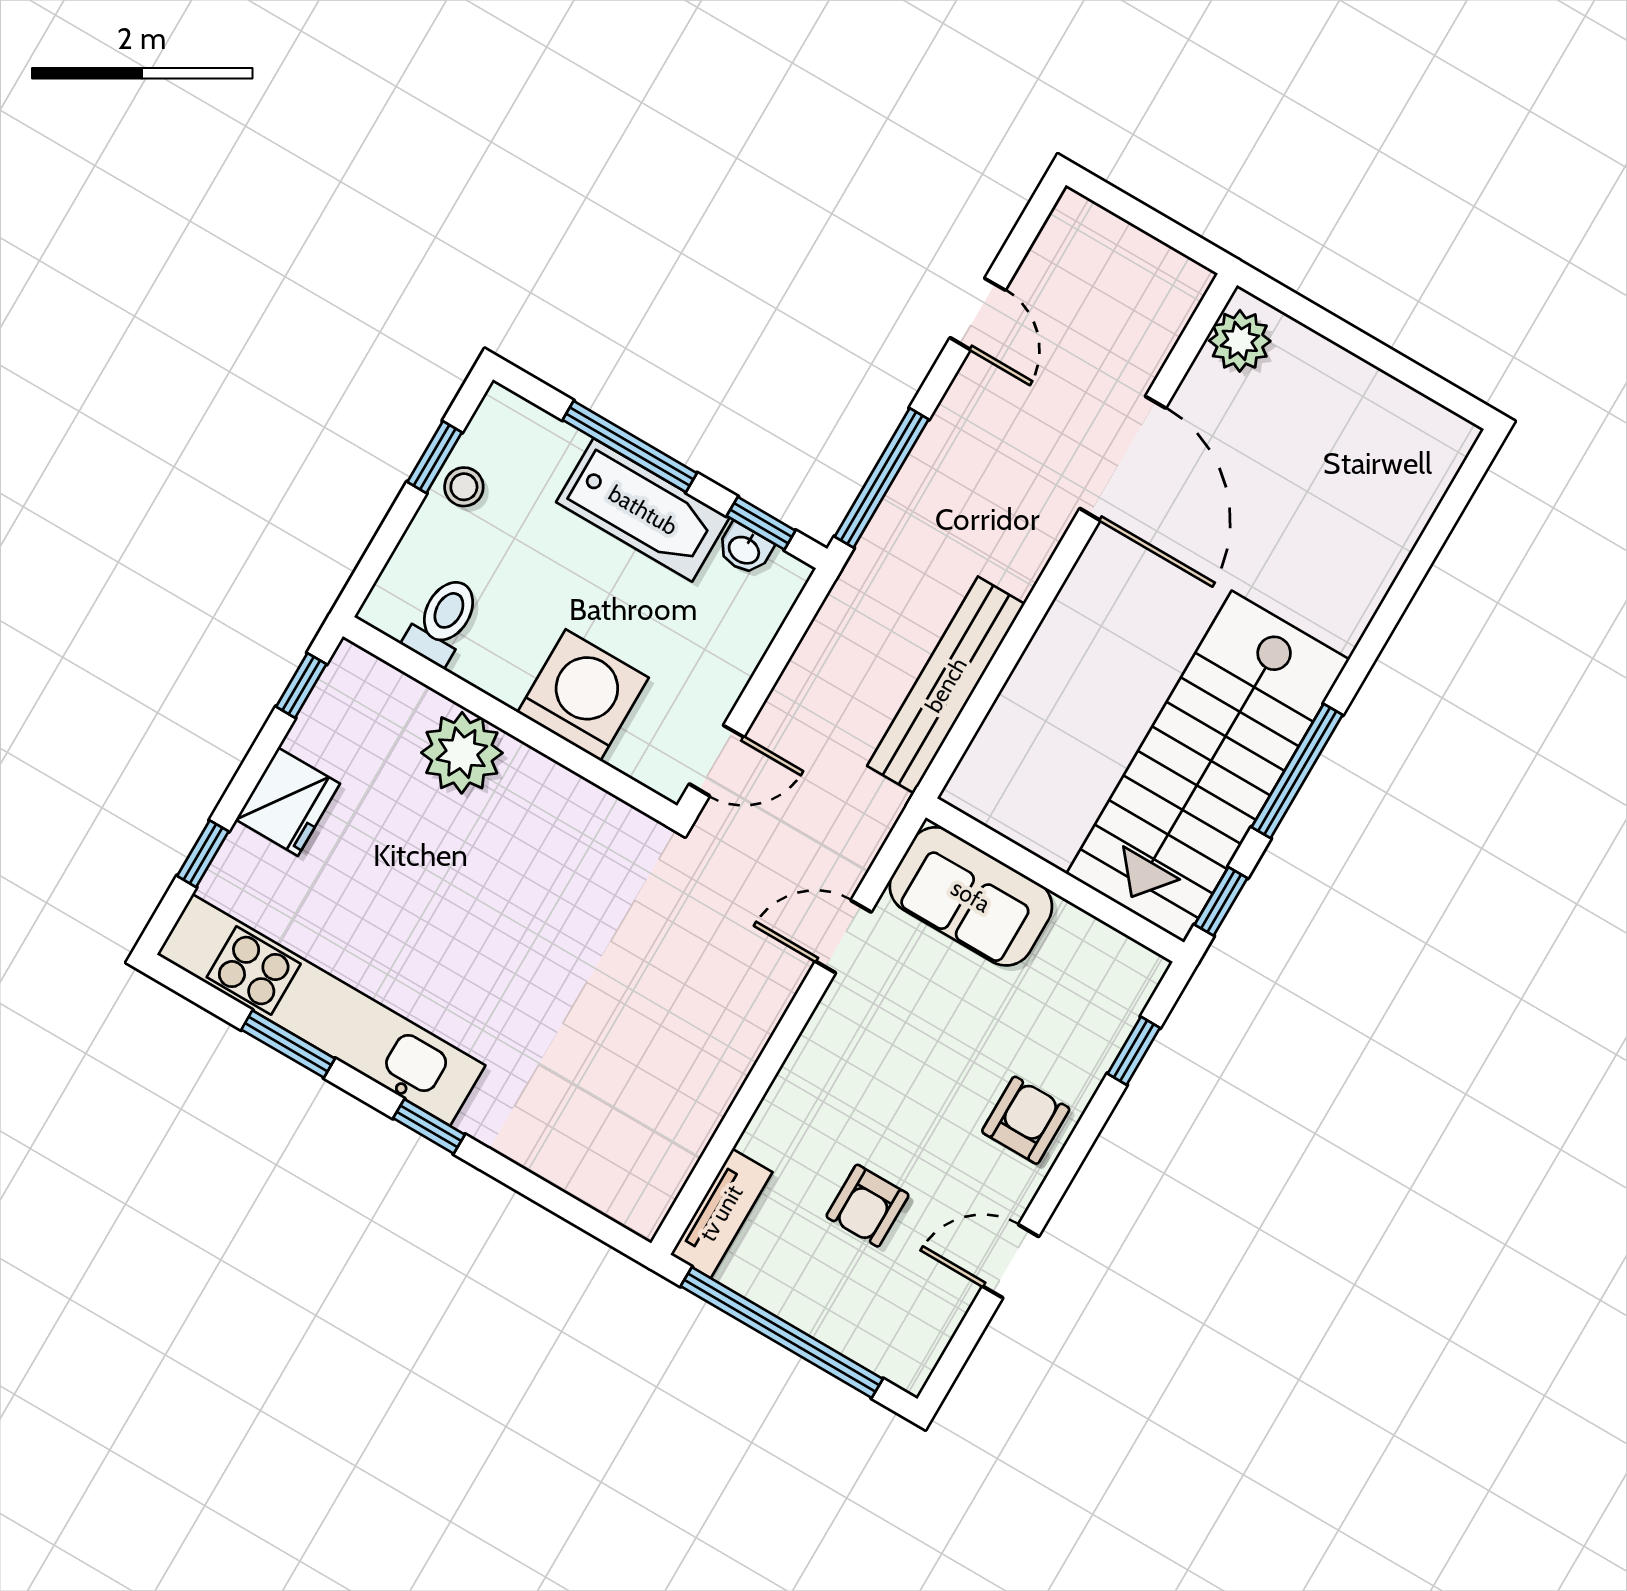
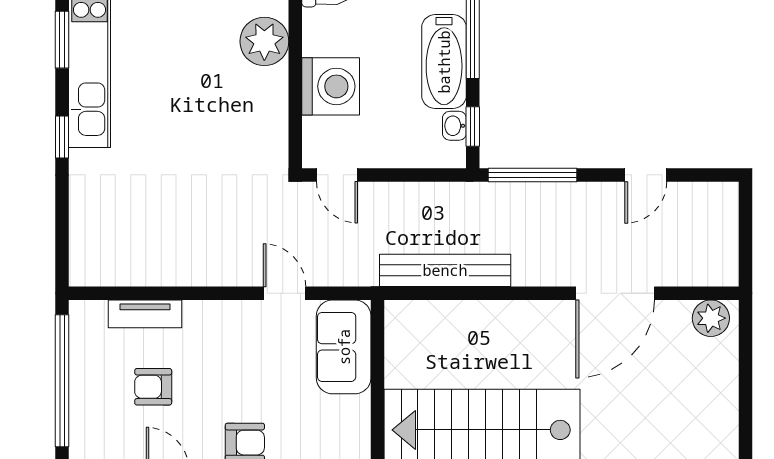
tv unit: (721, 1213) -> (145, 314), moved

